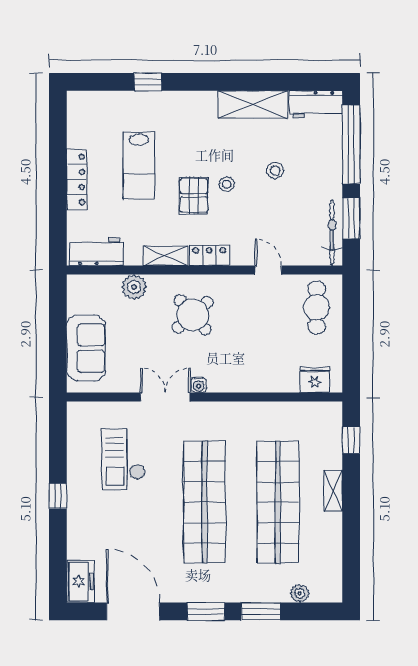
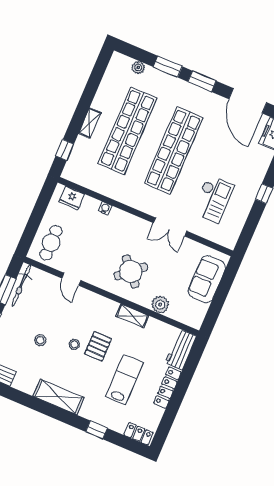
shelving: (253, 104) -> (59, 397), moved
workbench: (97, 252) -> (181, 349), moved, turned 90
locker: (209, 255) -> (139, 434), moved, turned 180
water cooler: (199, 385) -> (105, 208), moved

